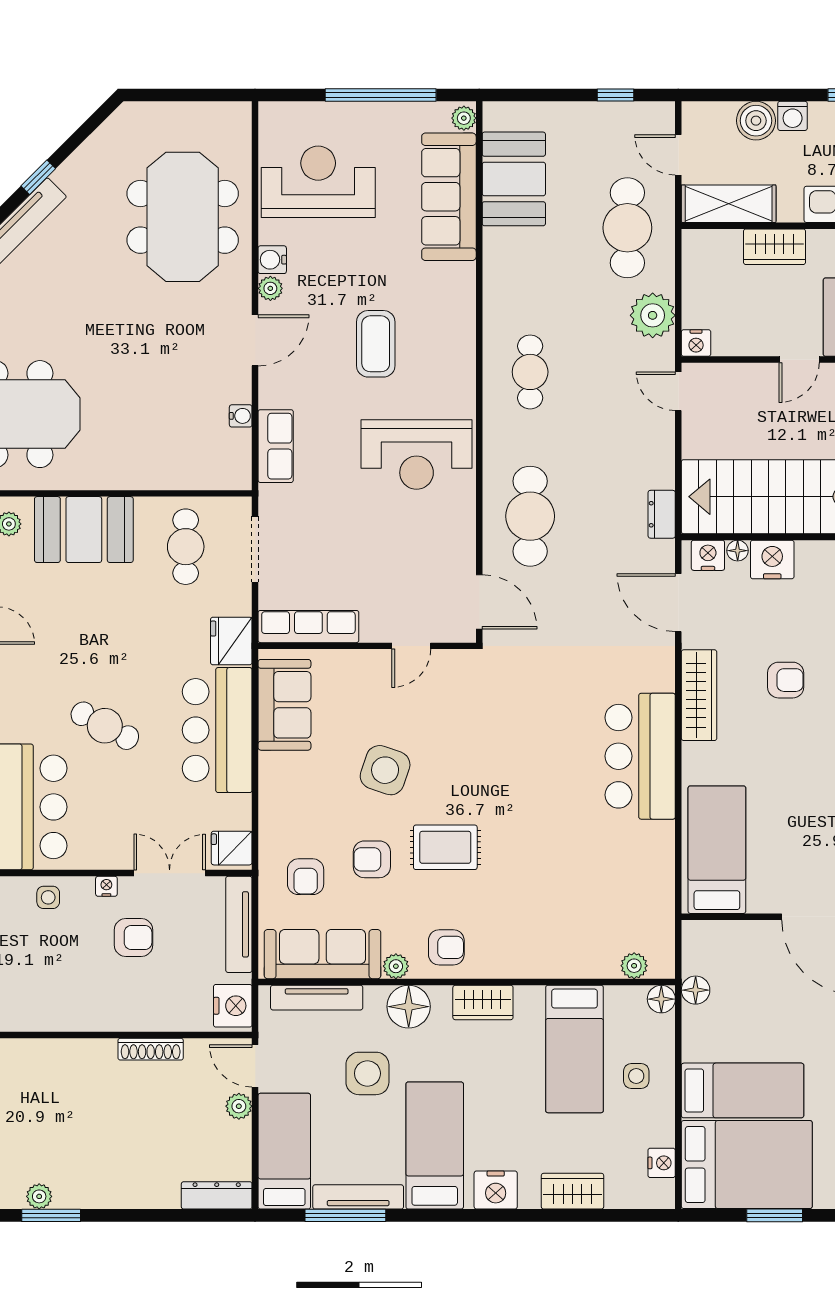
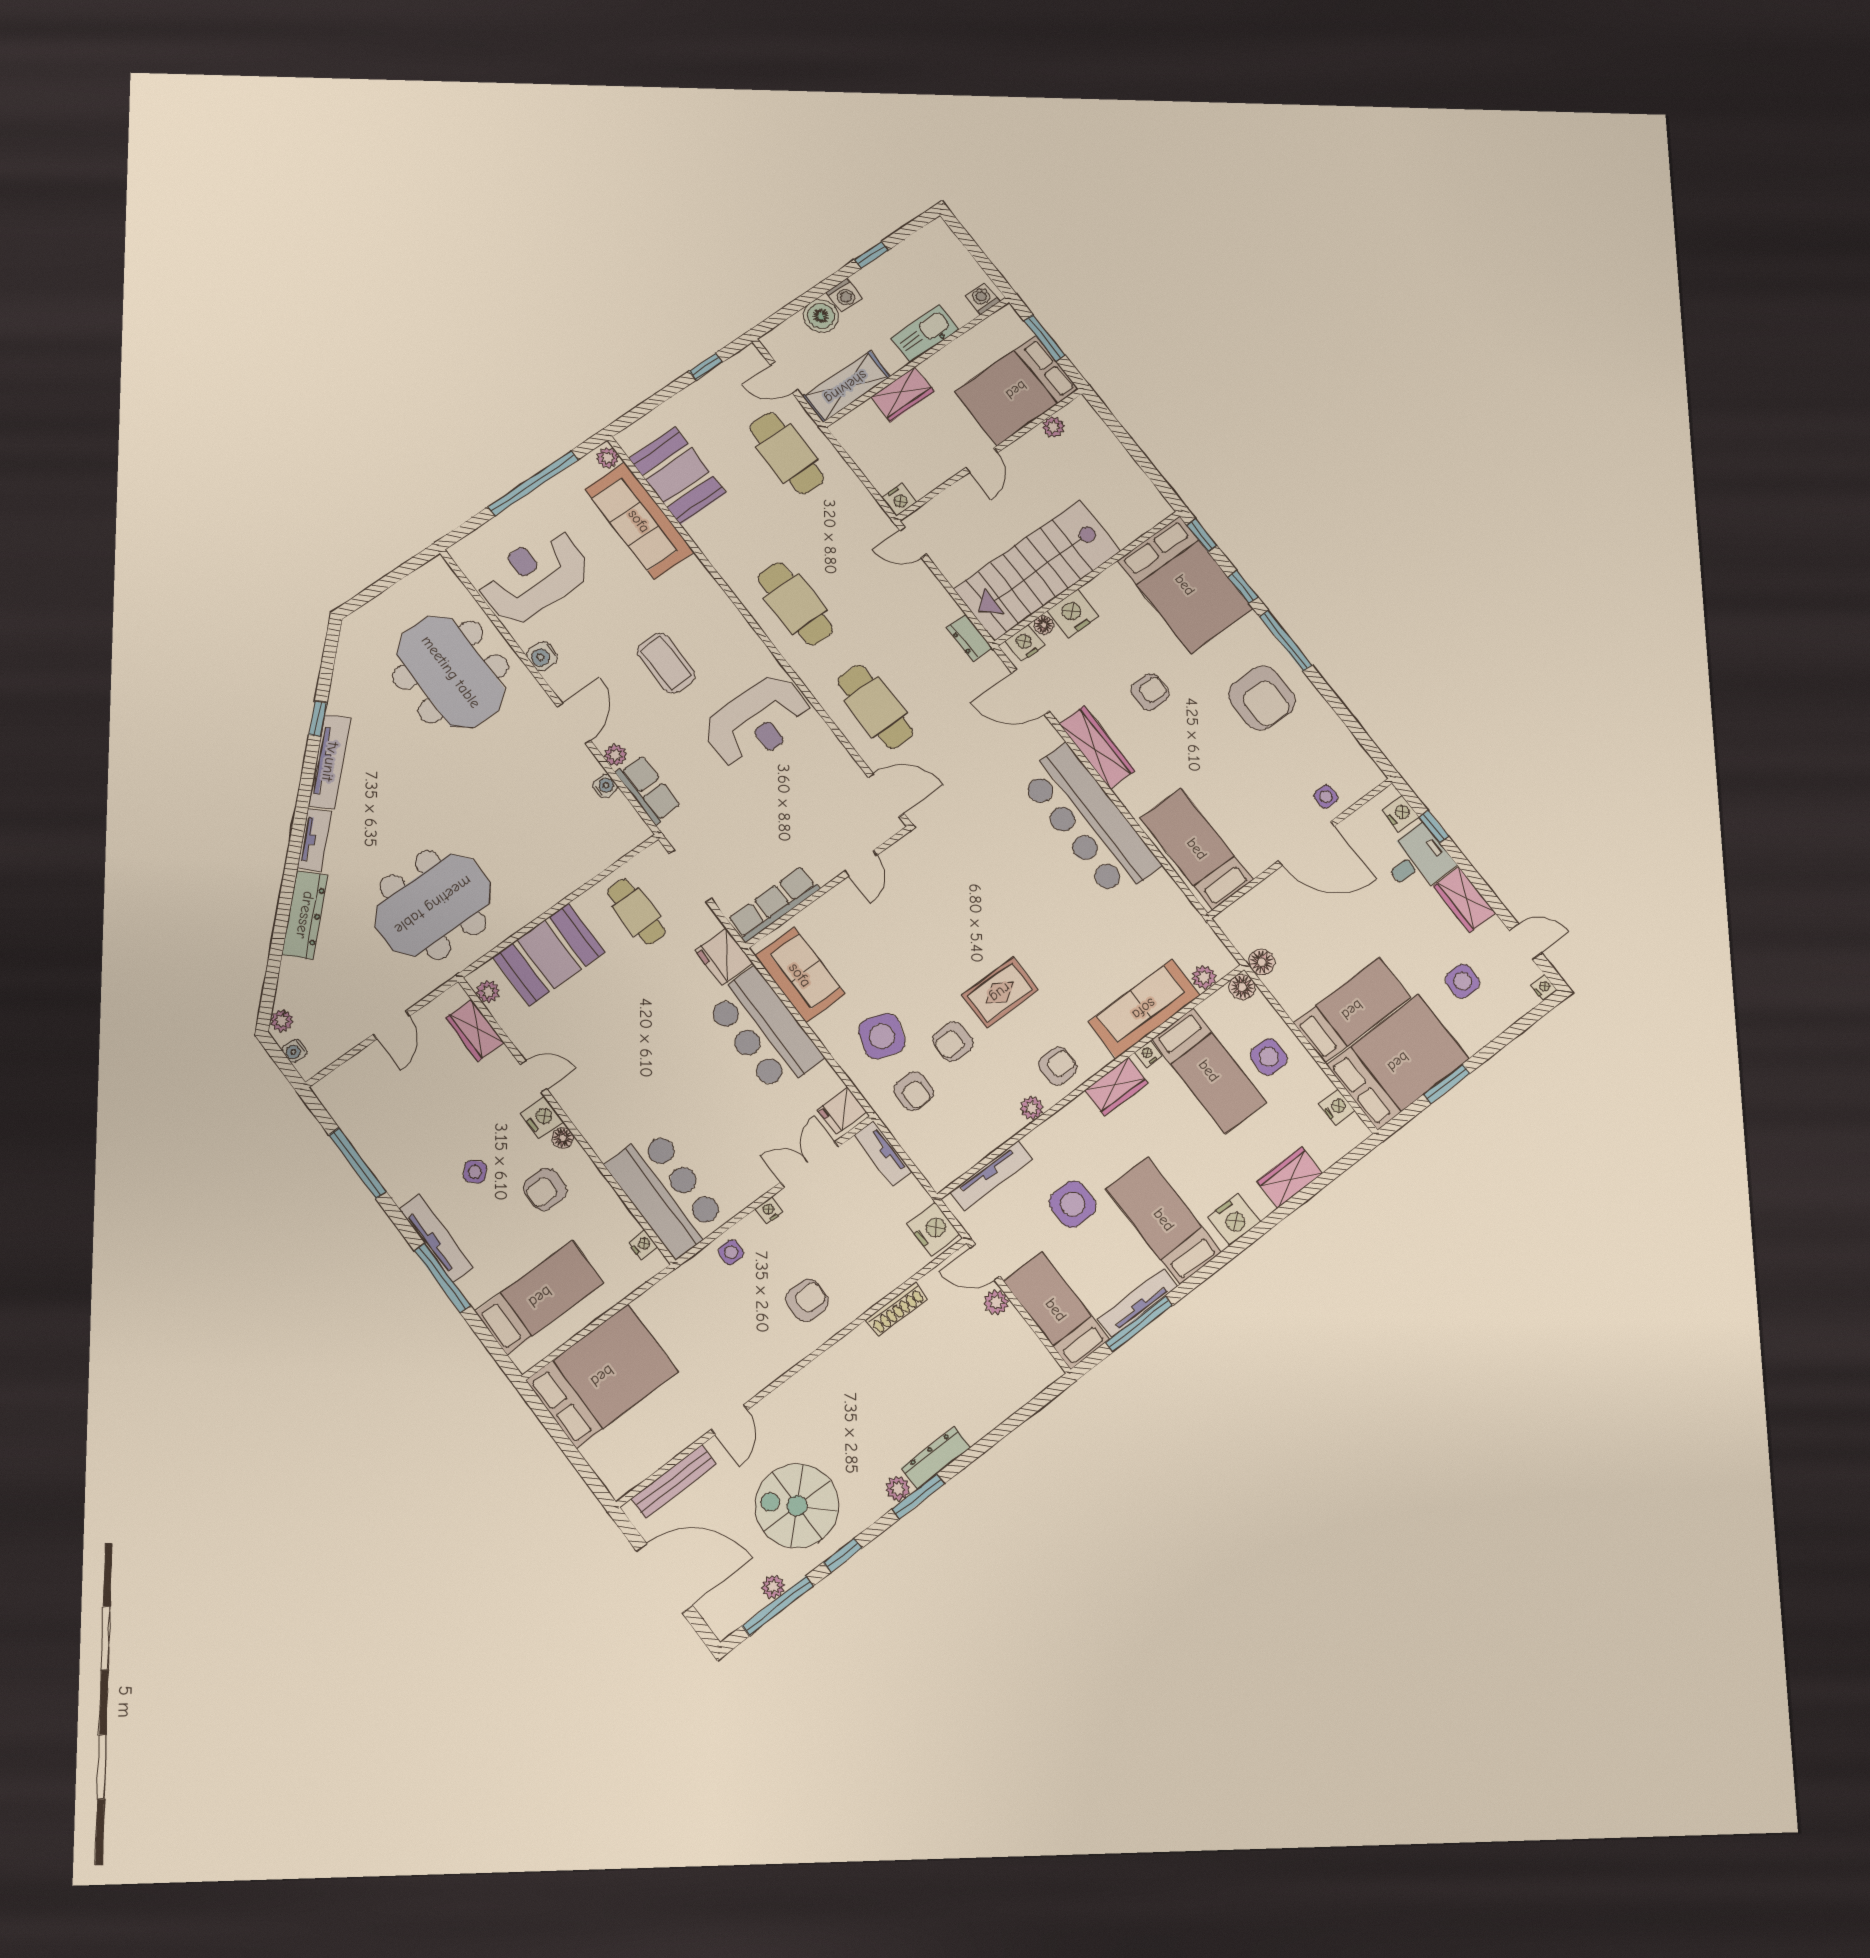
plant: (270, 288) -> (616, 755), moved
plant: (653, 315) -> (853, 502), removed
cafe table: (530, 372) -> (795, 604), width x1.37, depth x1.35
cafe table: (105, 726) -> (676, 1090), removed
bar counter: (640, 756) -> (1089, 822), width x1.36
side table: (385, 770) -> (882, 1036), moved
tv unit: (239, 924) -> (883, 1154), width x0.71
armchair: (133, 938) -> (807, 1300), moved
sofa: (323, 954) -> (1144, 1009), moved
nightstand: (533, 995) -> (1148, 1054), added
floor lamp: (409, 1007) -> (1064, 1131), removed
side table: (636, 1076) -> (1269, 1057), width x1.37, depth x1.37
dresser: (217, 1195) -> (936, 1458), moved

